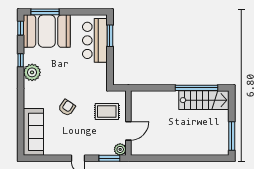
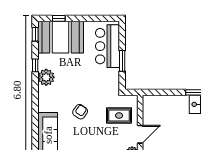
window: (45, 12) -> (59, 18), width x0.46
window: (110, 36) -> (122, 61), moved

